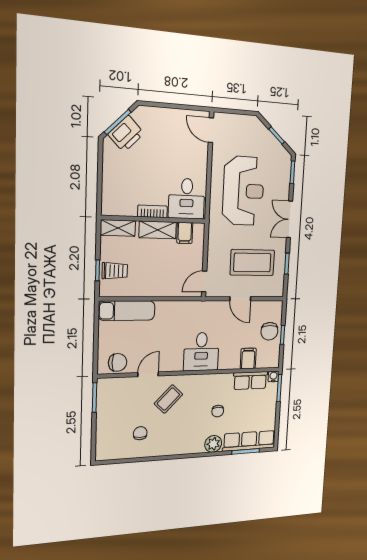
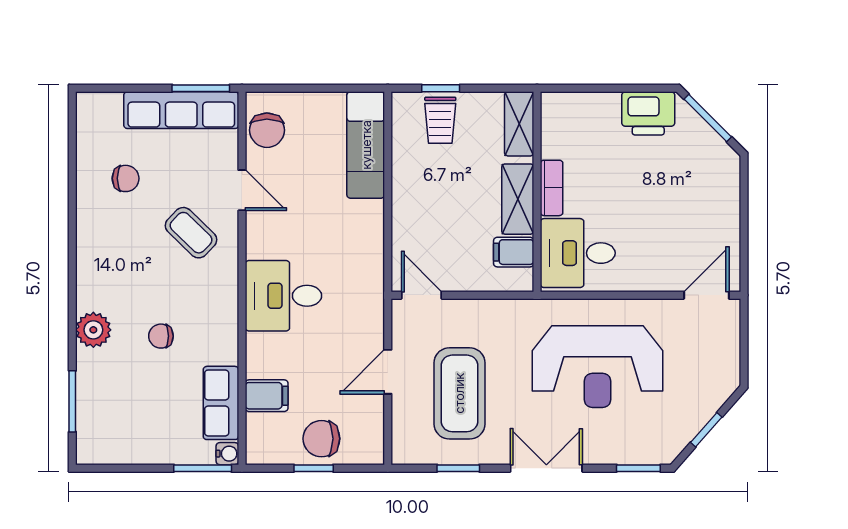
printer: (126, 134) -> (648, 113), moved, turned -45
row of seats: (249, 441) -> (181, 110), moved, turned 90

